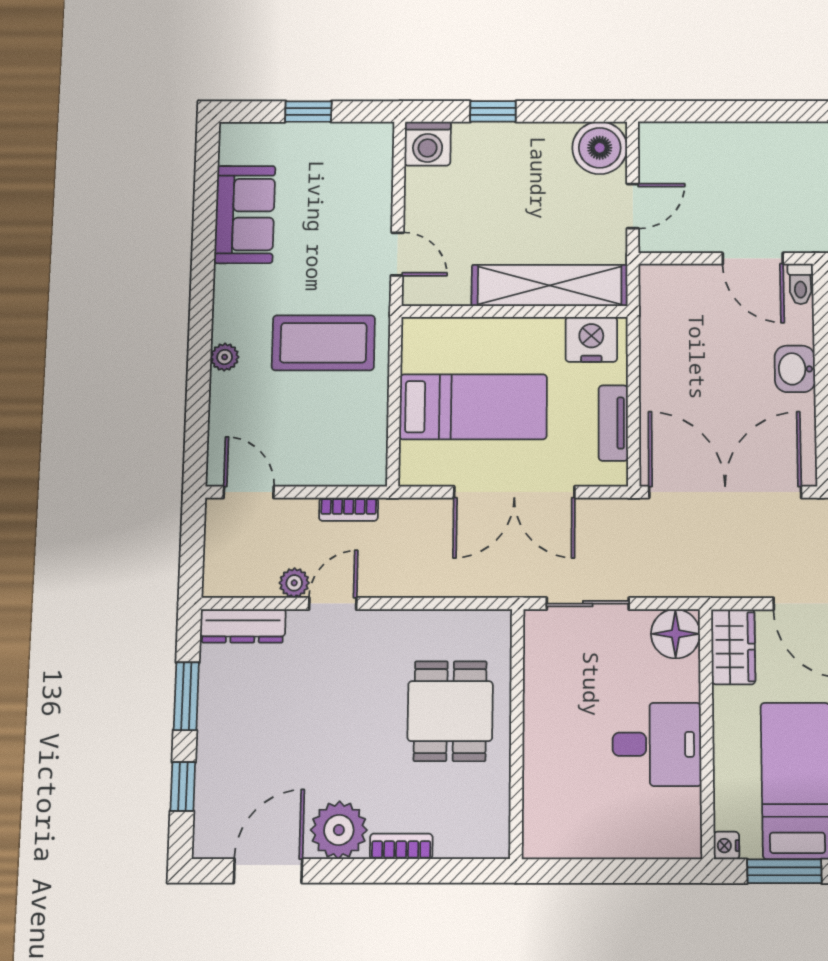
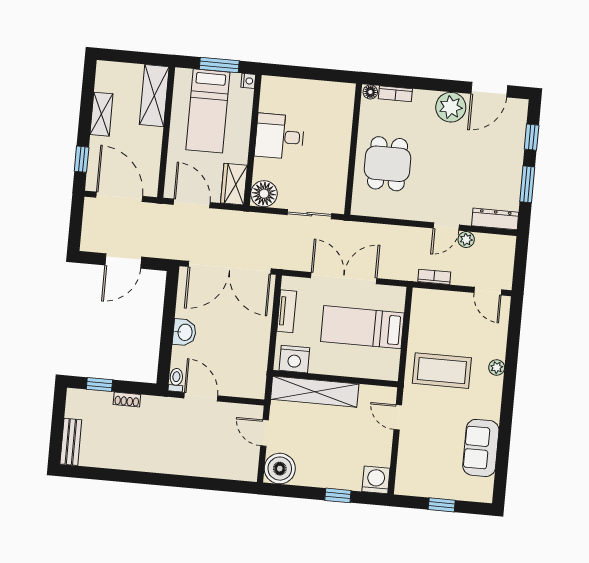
door: (633, 206) -> (264, 433), hinge flipped
floor lamp: (493, 845) -> (370, 92), added
bookcase: (401, 846) -> (395, 94), moved

